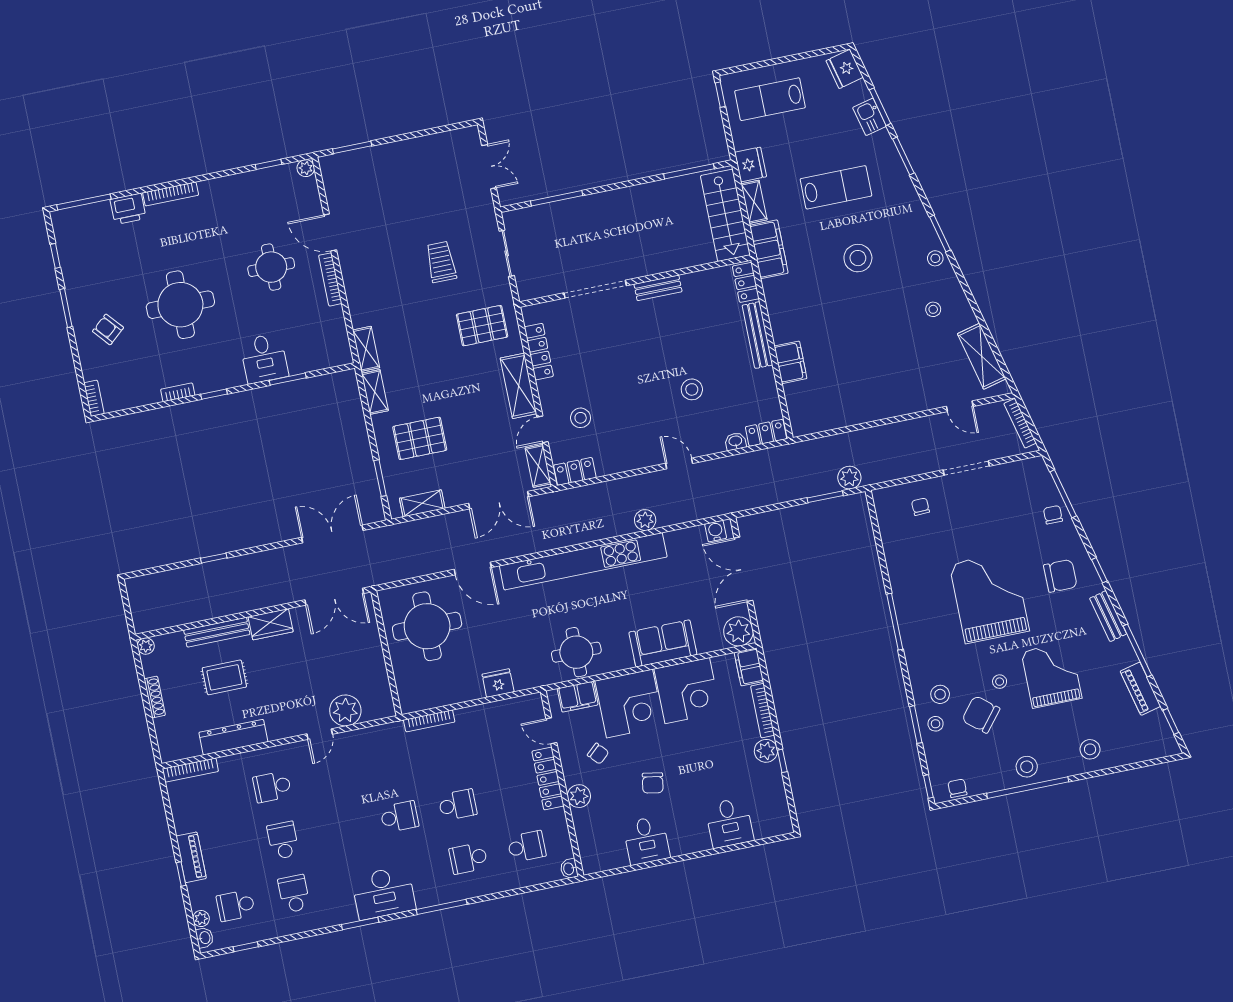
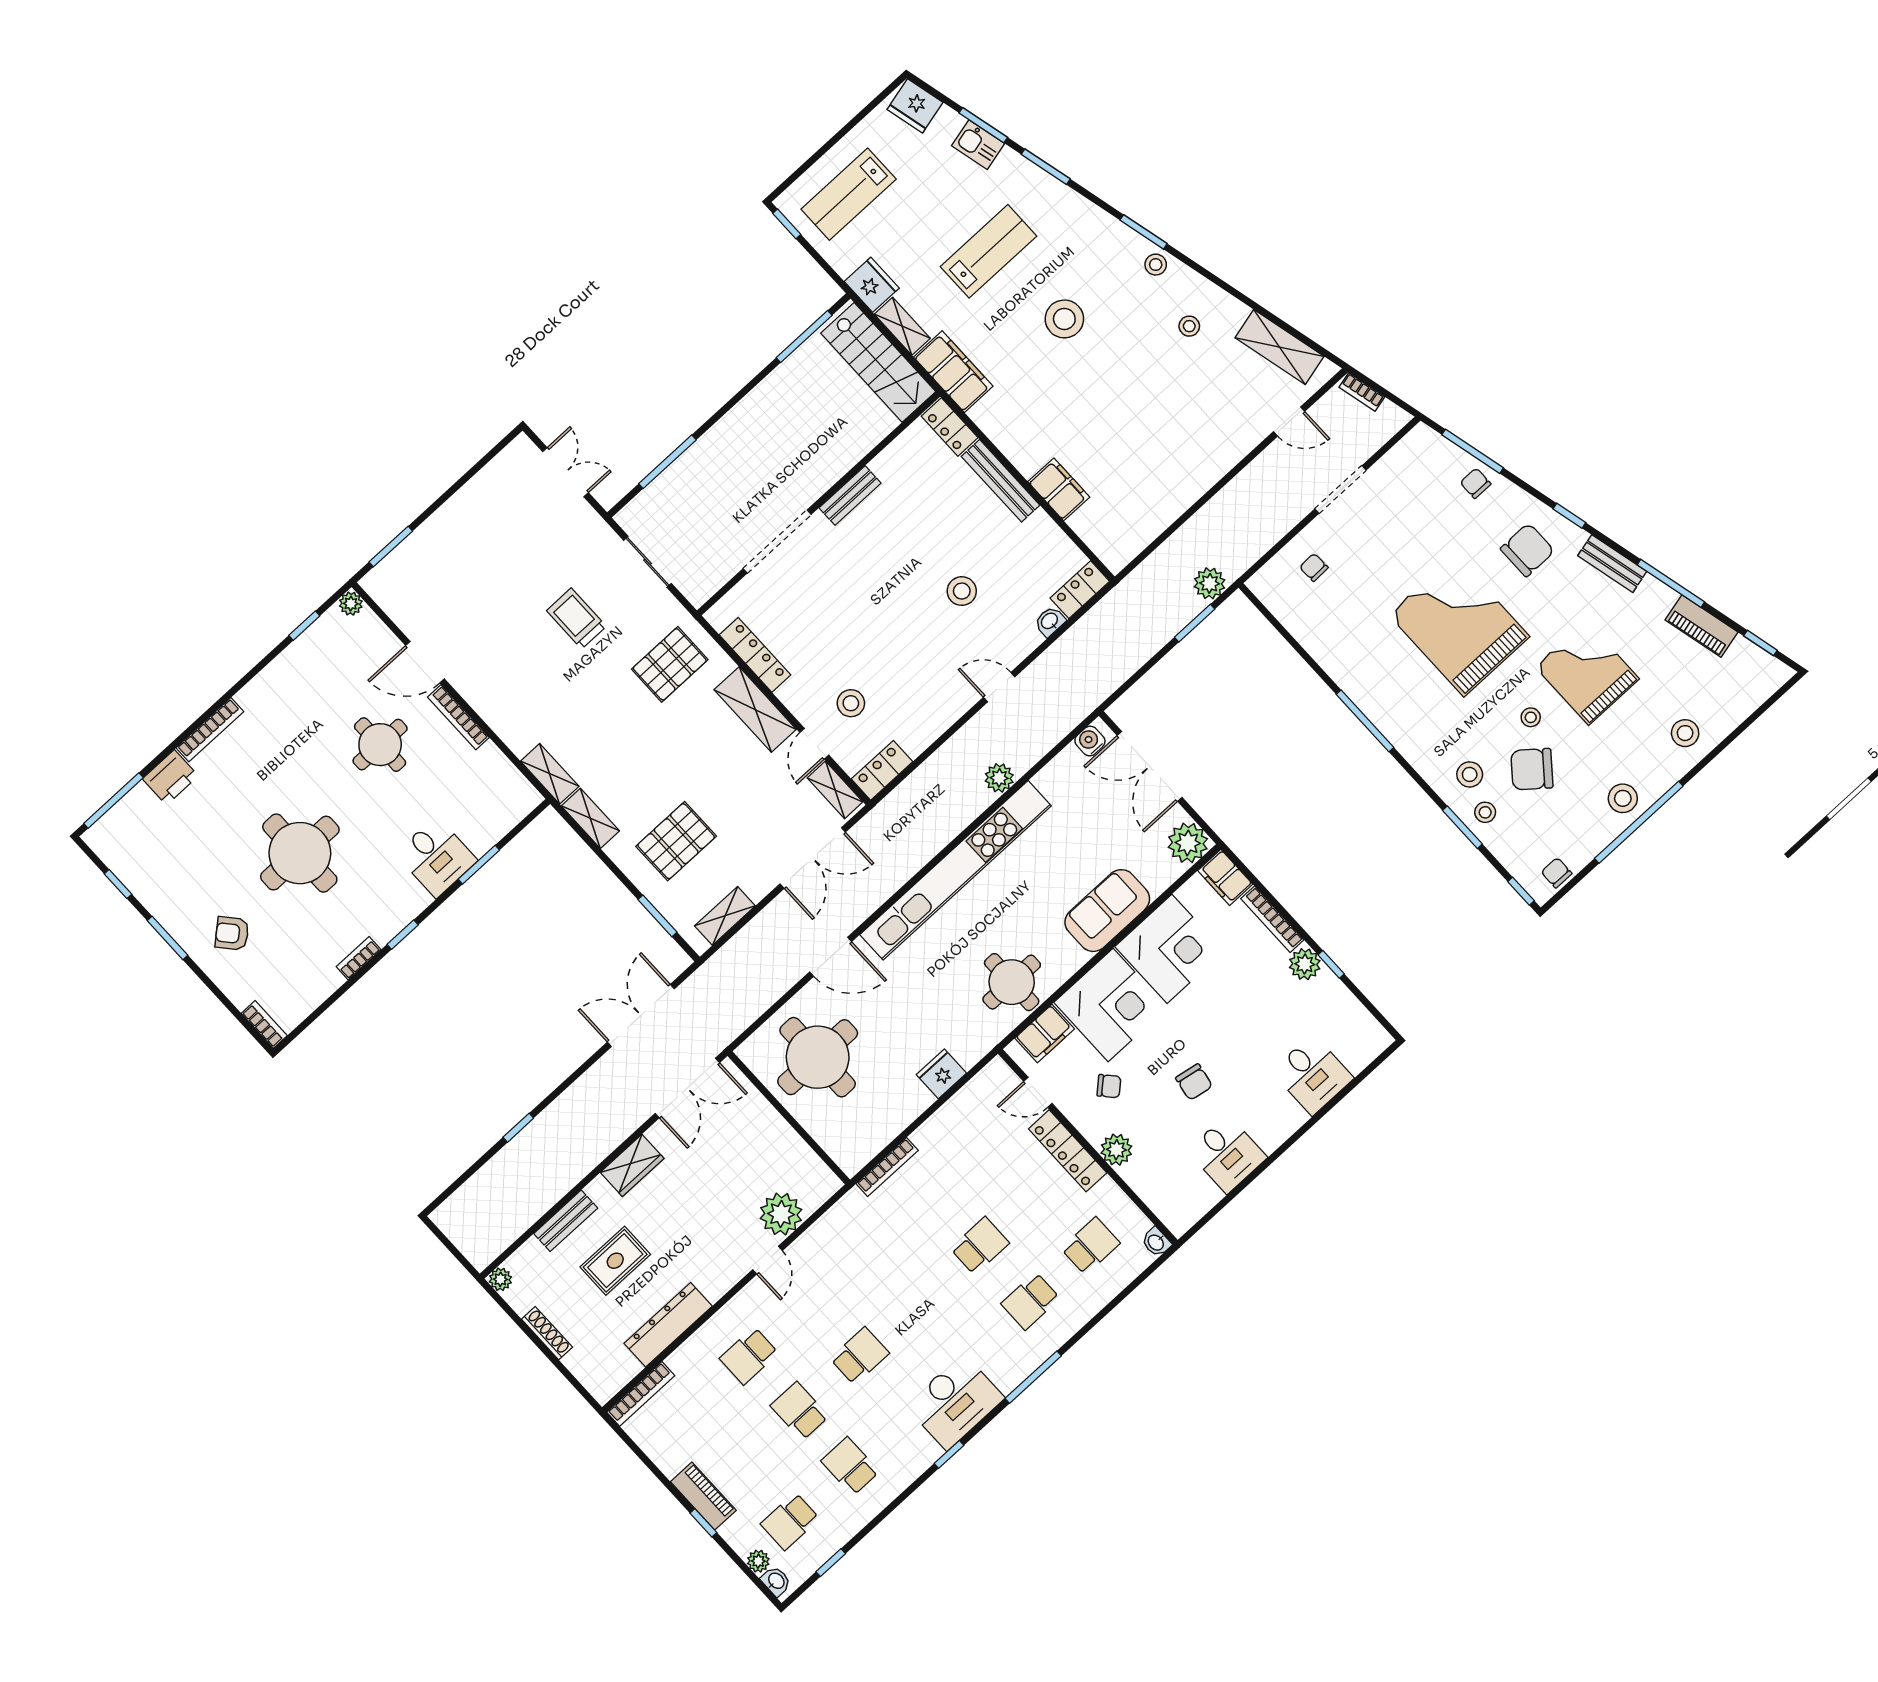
bookcase: (1020, 423) -> (1362, 392), width x0.64
bench: (217, 632) -> (566, 1221), width x0.73
school desk: (399, 817) -> (860, 1356), moved
window: (360, 923) -> (949, 1454), width x0.67

